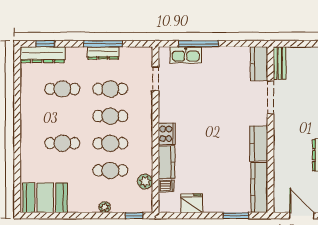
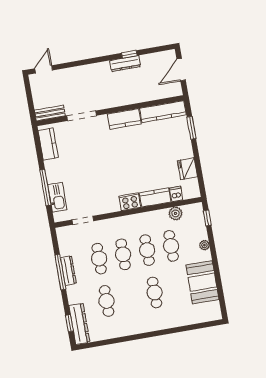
kitchen counter: (259, 64) -> (48, 144), moved, turned -90
booth: (45, 198) -> (202, 282), moved

